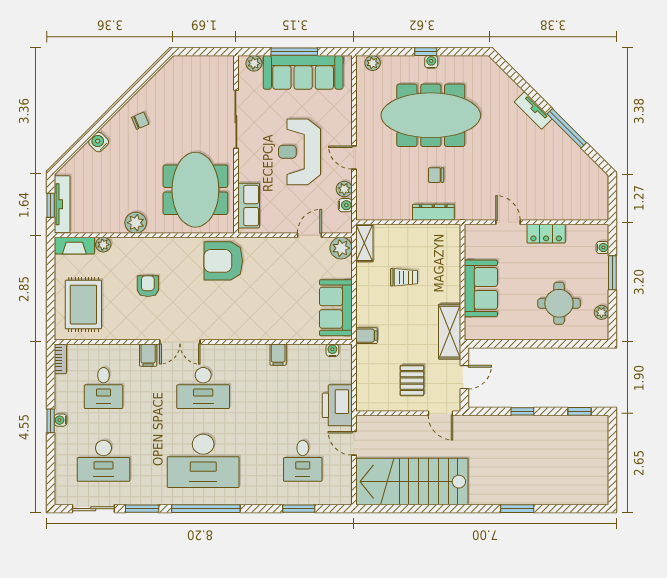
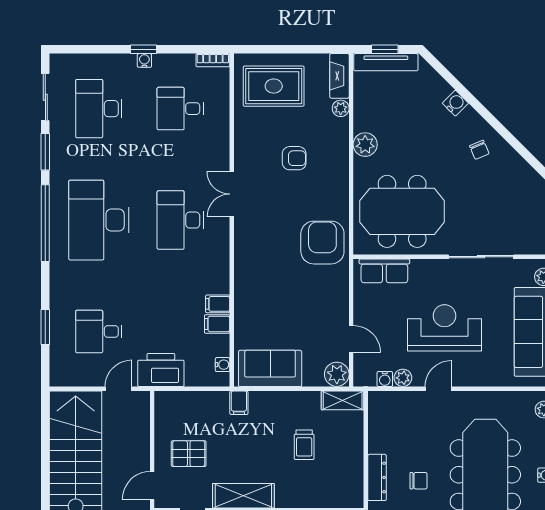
chair: (436, 175) -> (418, 481), turned 90
filing cabinet: (148, 355) -> (217, 324), moved

